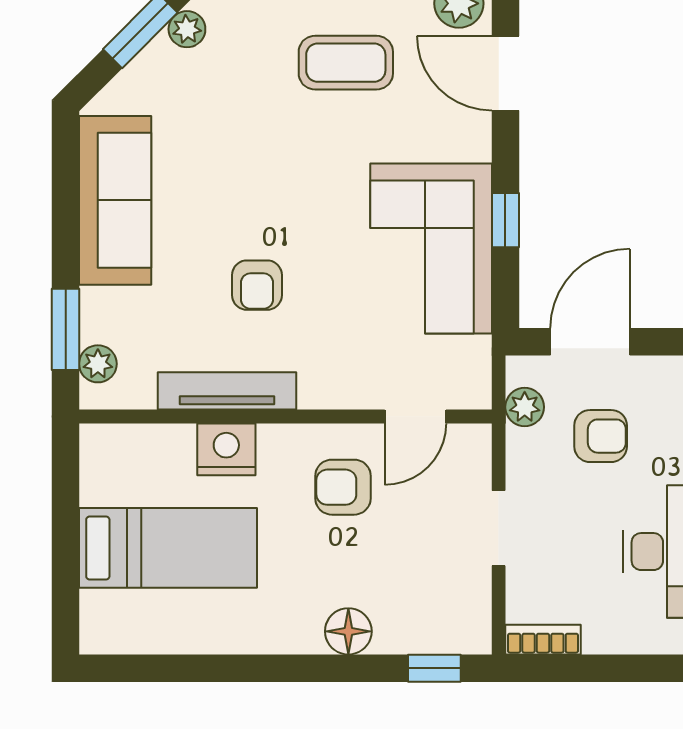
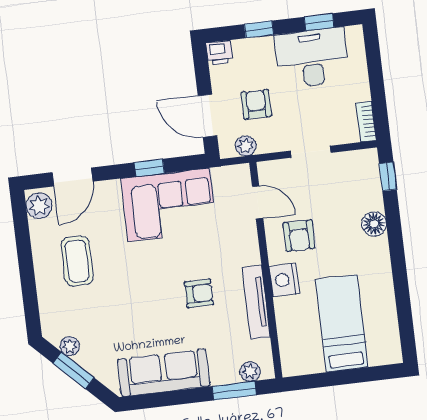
nightstand: (226, 449) -> (284, 280), moved

